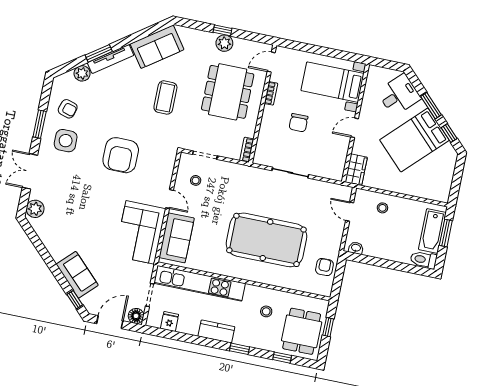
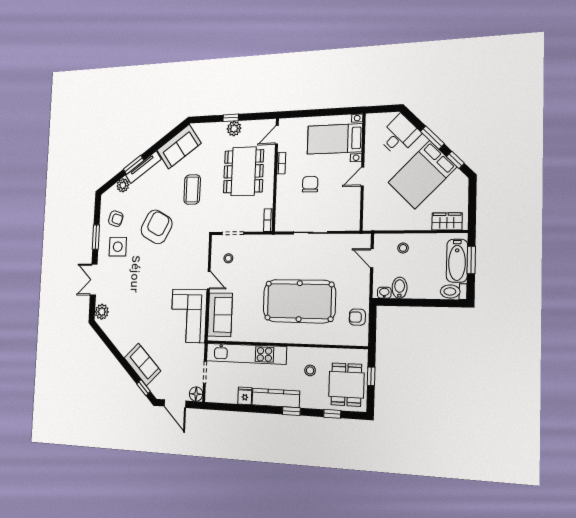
chair: (298, 123) -> (310, 184), turned 180
armchair: (121, 155) -> (157, 227), moved, turned -152
wardrobe: (356, 170) -> (447, 221), moved, turned -90
bidet: (372, 246) -> (400, 288), added
armchair: (324, 267) -> (357, 317), turned -90
door: (110, 322) -> (175, 404), swing flipped
fridge: (170, 322) -> (245, 396), moved
kitchen counter: (216, 332) -> (276, 398), width x1.50

